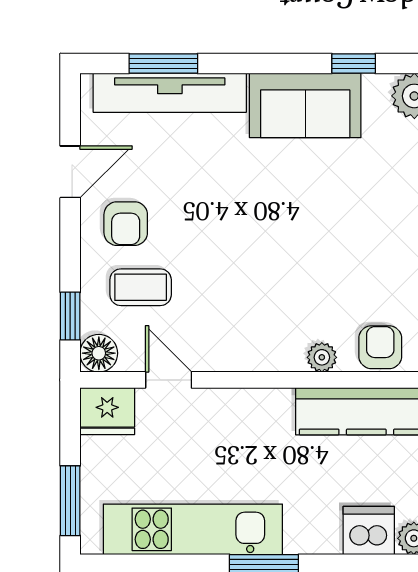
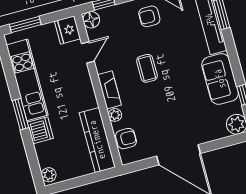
coffee table: (141, 287) -> (147, 68), moved
fireplace: (263, 355) -> (109, 90), added
dishwasher: (369, 531) -> (40, 130), moved

